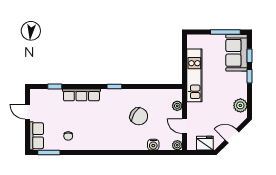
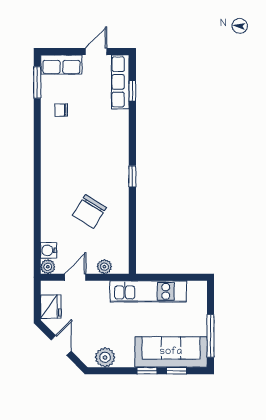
sofa: (237, 53) -> (171, 352), width x1.36
row of seats: (81, 95) -> (120, 82), moved
water cooler: (153, 145) -> (49, 250), moved

